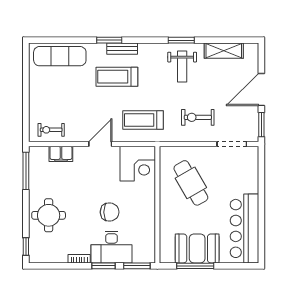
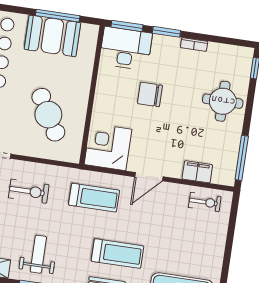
desk: (111, 247) -> (126, 48), moved

